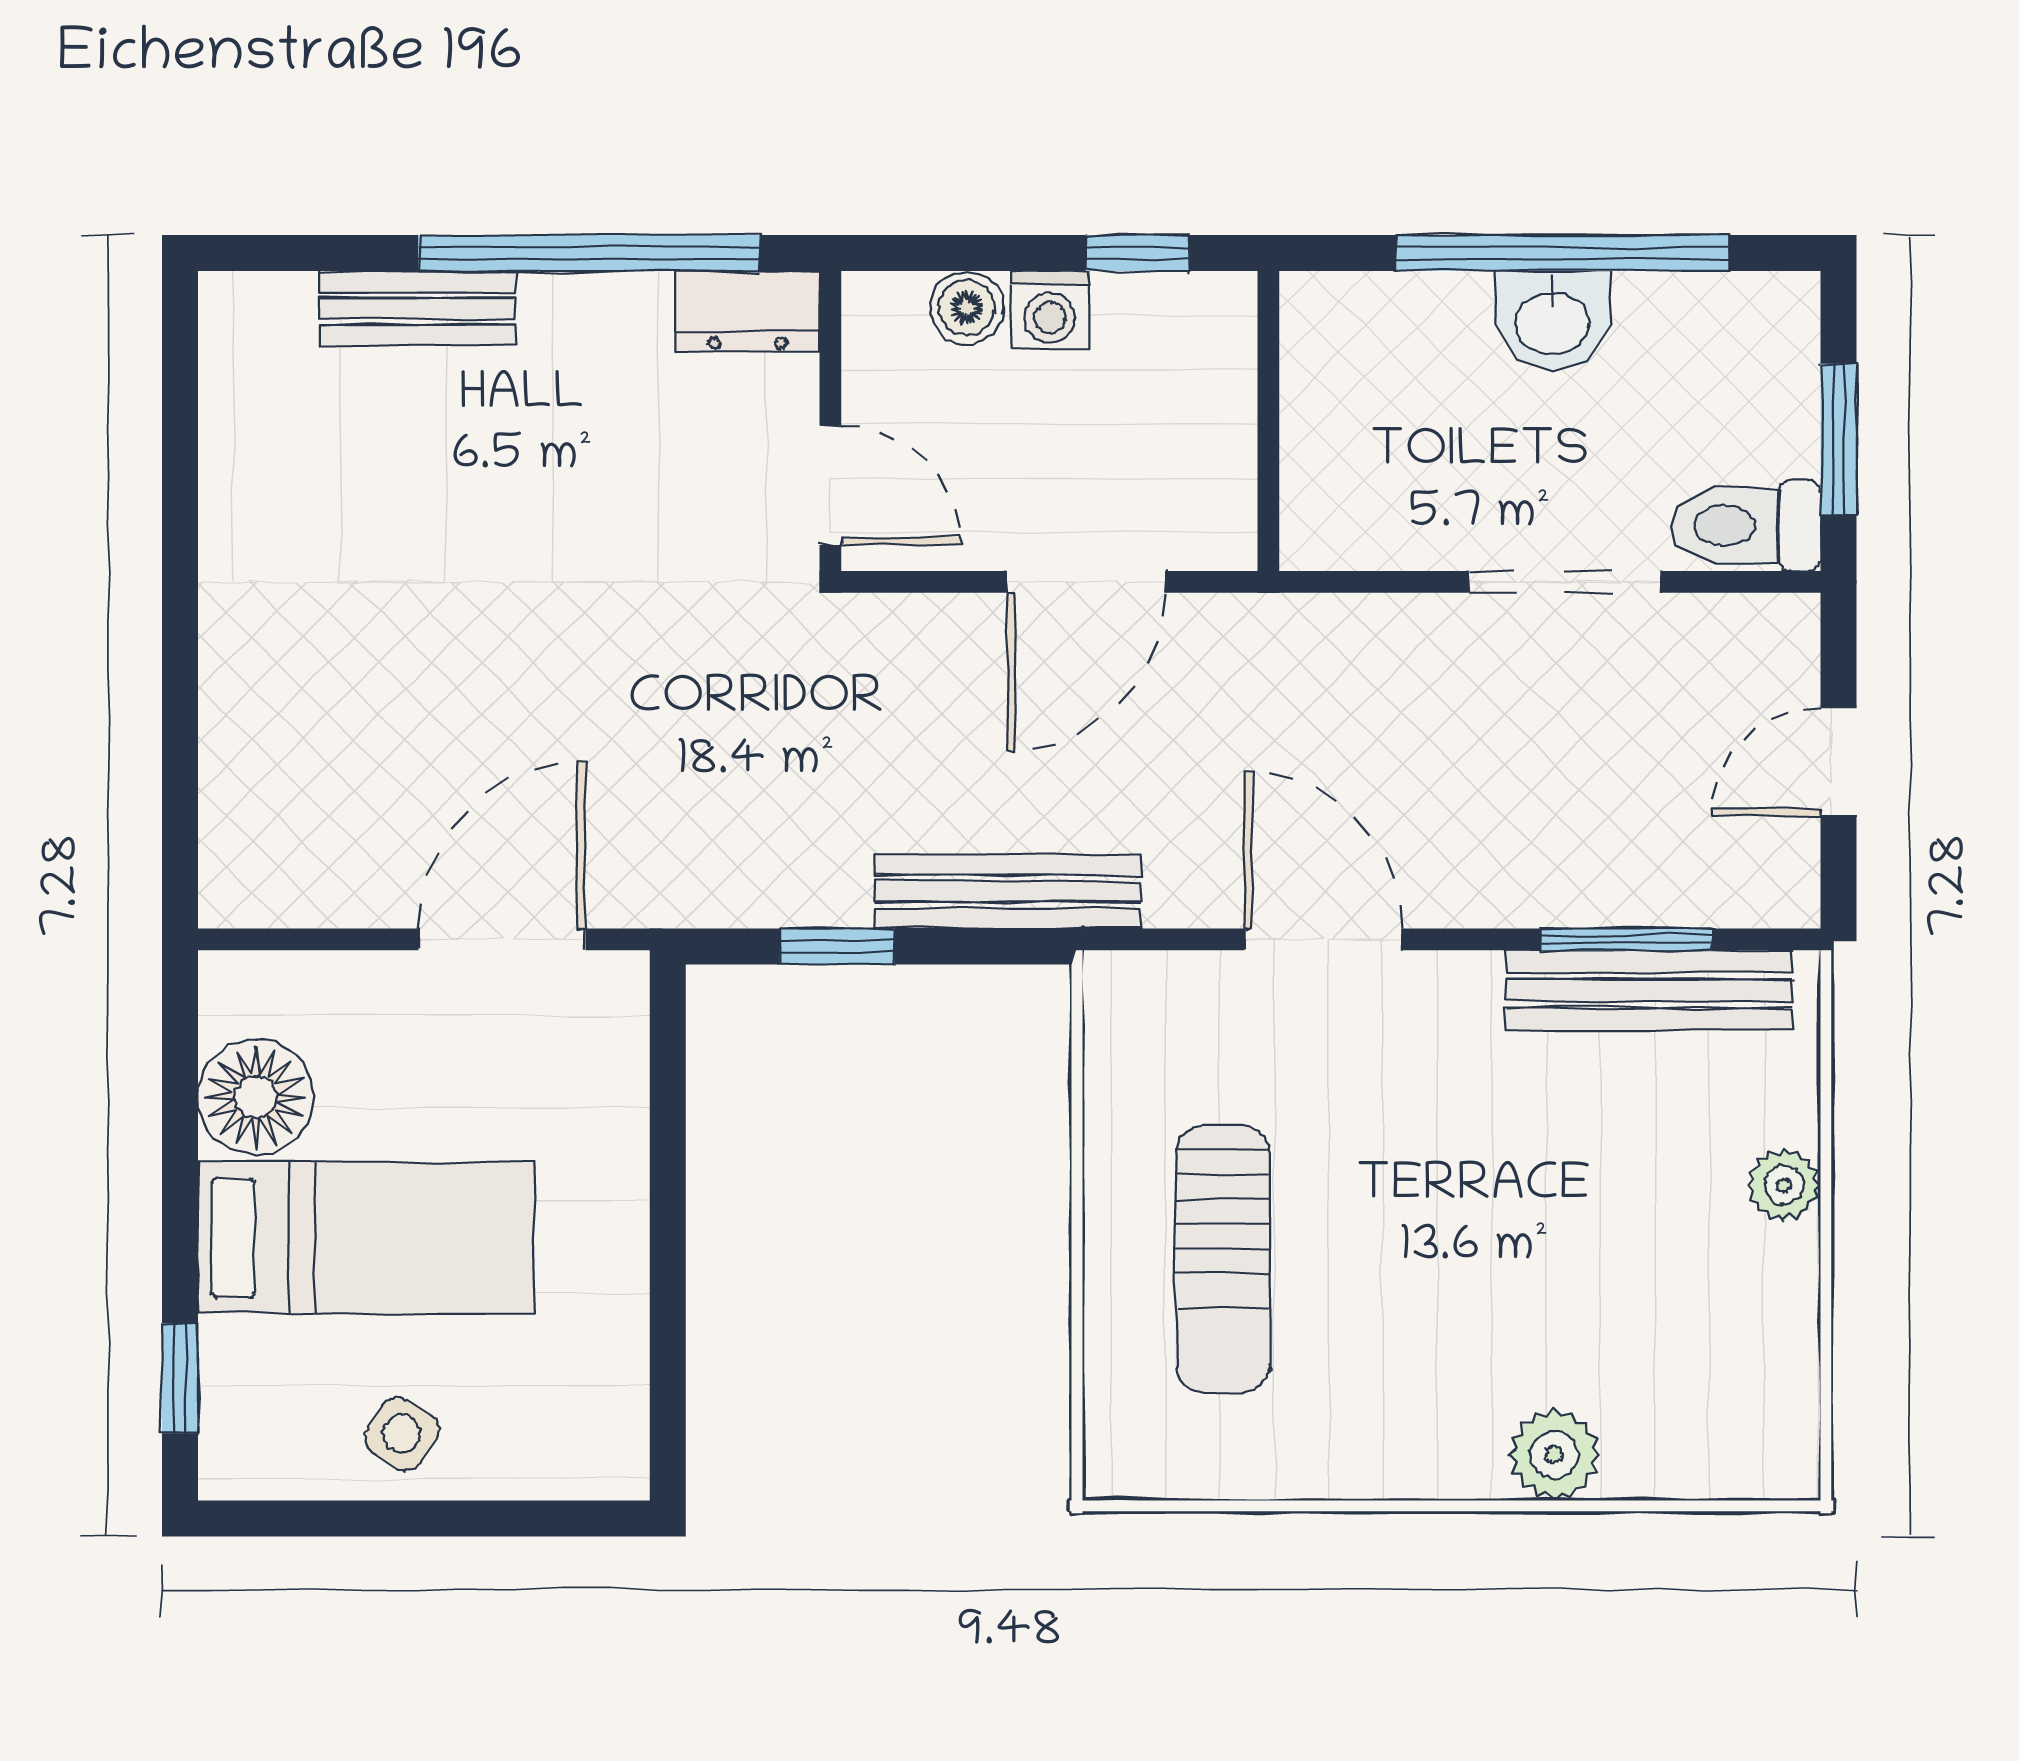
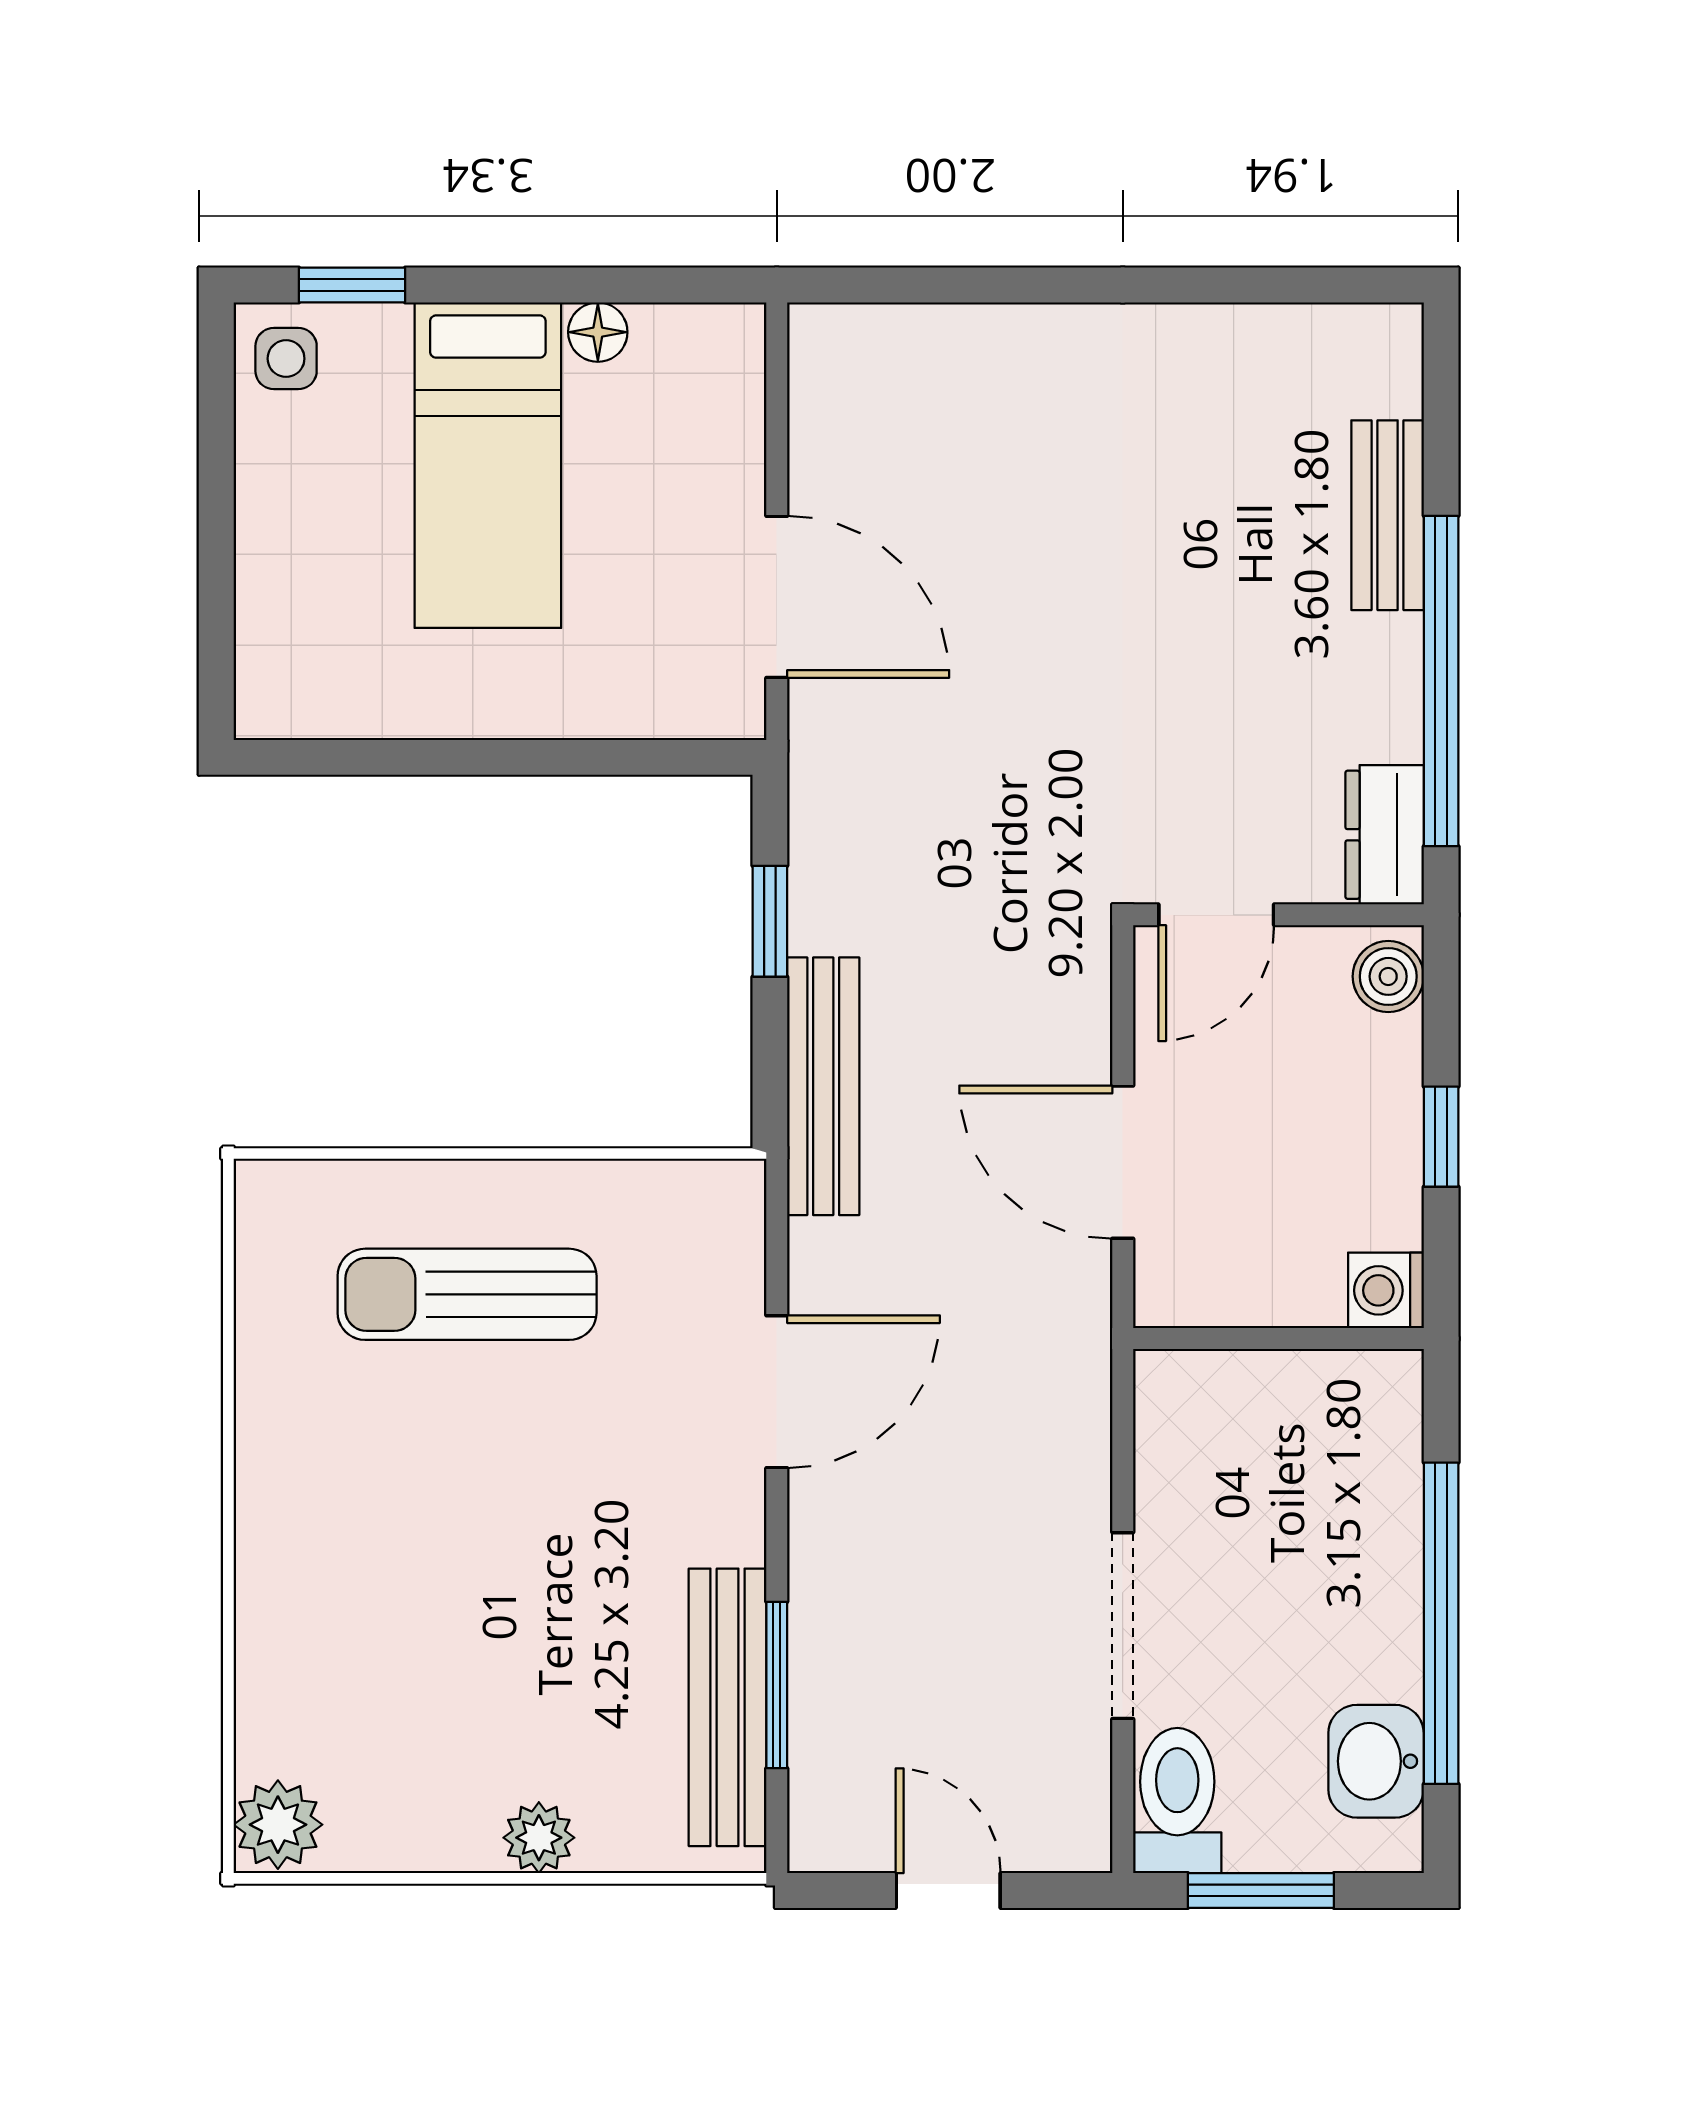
window: (1138, 253) -> (1441, 1137), moved
boiler: (967, 308) -> (1388, 976), moved
washing machine: (1050, 310) -> (1386, 1290), moved
washbasin: (1552, 320) -> (1376, 1761), moved
floor lamp: (256, 1097) -> (598, 332), width x0.53, depth x0.53
side table: (402, 1434) -> (286, 359), moved, turned -32
plant: (1554, 1455) -> (278, 1825), moved

